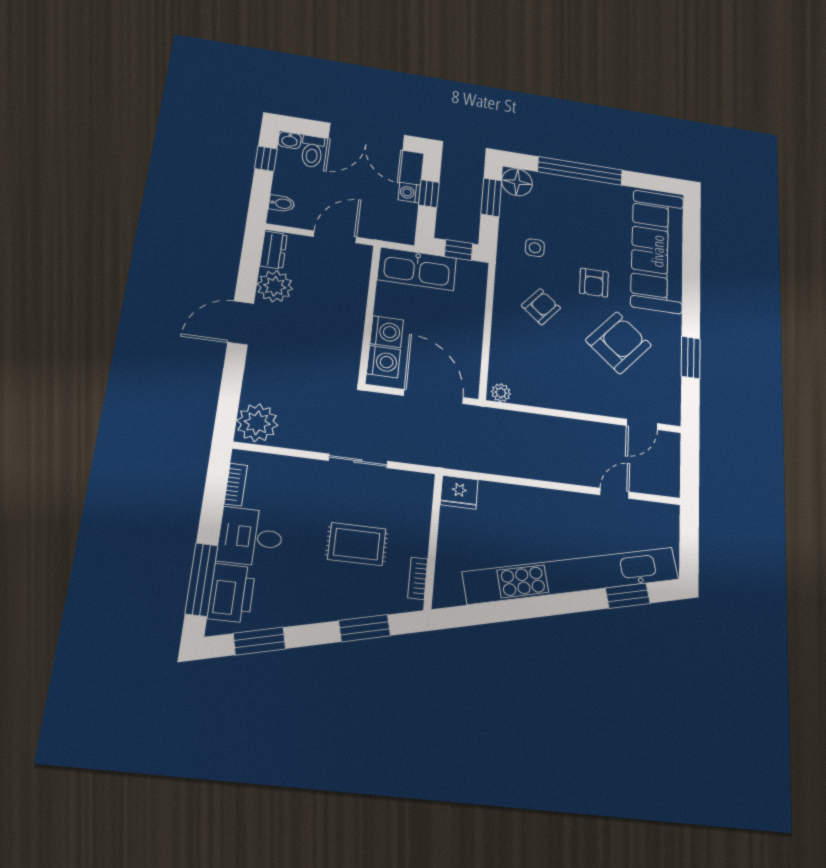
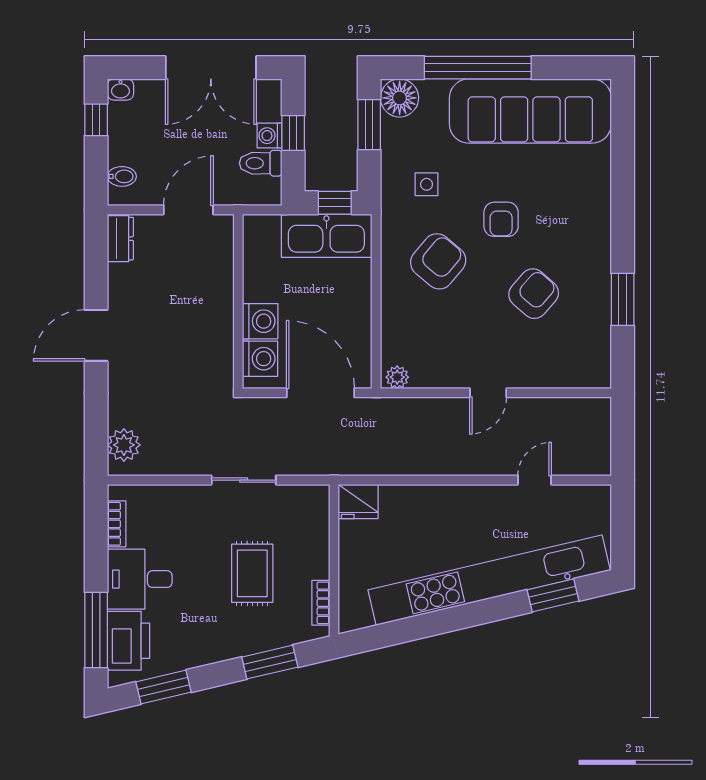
toilet: (312, 152) -> (261, 163), moved, turned 90
sofa: (657, 251) -> (530, 111), moved, turned -90
kitchen sink: (417, 269) -> (326, 236), moved
plant: (275, 286) -> (128, 284), removed
armchair: (541, 307) -> (438, 261), width x1.38, depth x1.38
armchair: (618, 343) -> (534, 294), width x0.73, depth x0.73
plant: (257, 423) -> (124, 445), width x0.73, depth x0.73
door: (642, 424) -> (488, 393), moved
rug: (357, 544) -> (252, 573), turned 90

